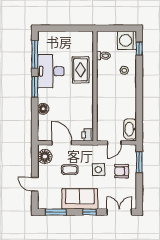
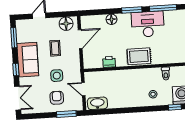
rug: (81, 70) -> (139, 56), moved
printer: (88, 135) -> (109, 62), moved

